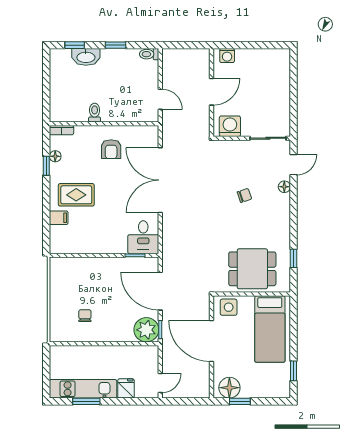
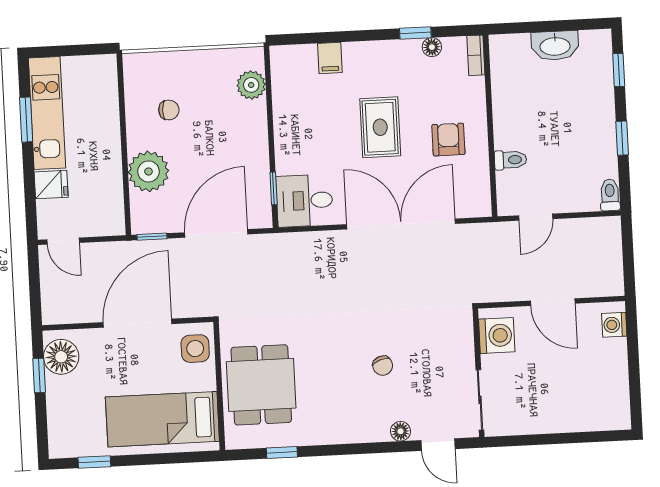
washbasin: (86, 57) -> (555, 46), moved, turned -90
toilet: (95, 113) -> (510, 160), moved
armchair: (111, 149) -> (448, 140), turned 90
rug: (76, 195) -> (380, 127), moved
plant: (72, 266) -> (251, 85), added
plant: (146, 330) -> (149, 171), moved

